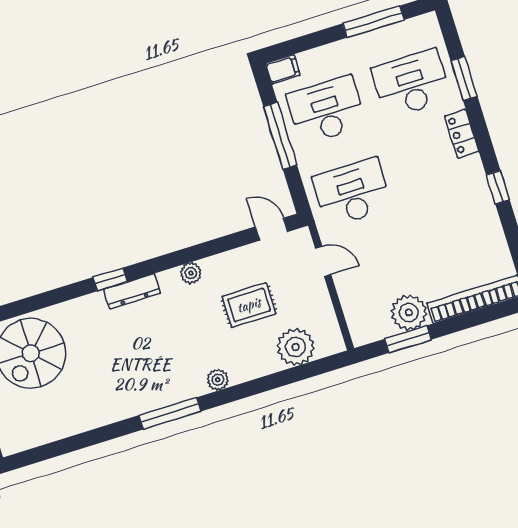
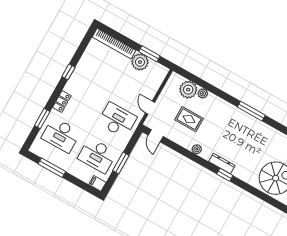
window: (280, 136) -> (121, 163), width x0.69
desk: (352, 192) -> (117, 120), turned 180
plant: (218, 380) -> (203, 93), moved

